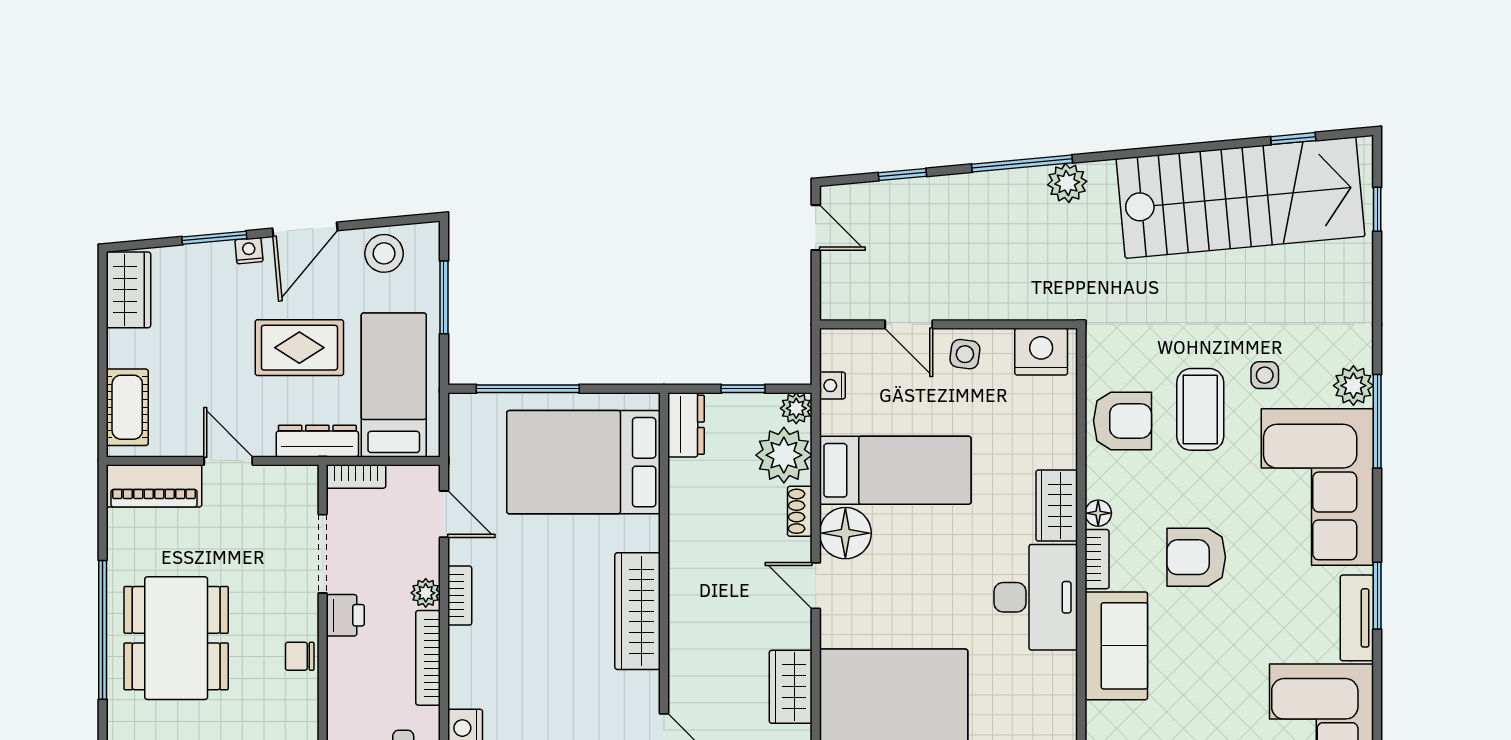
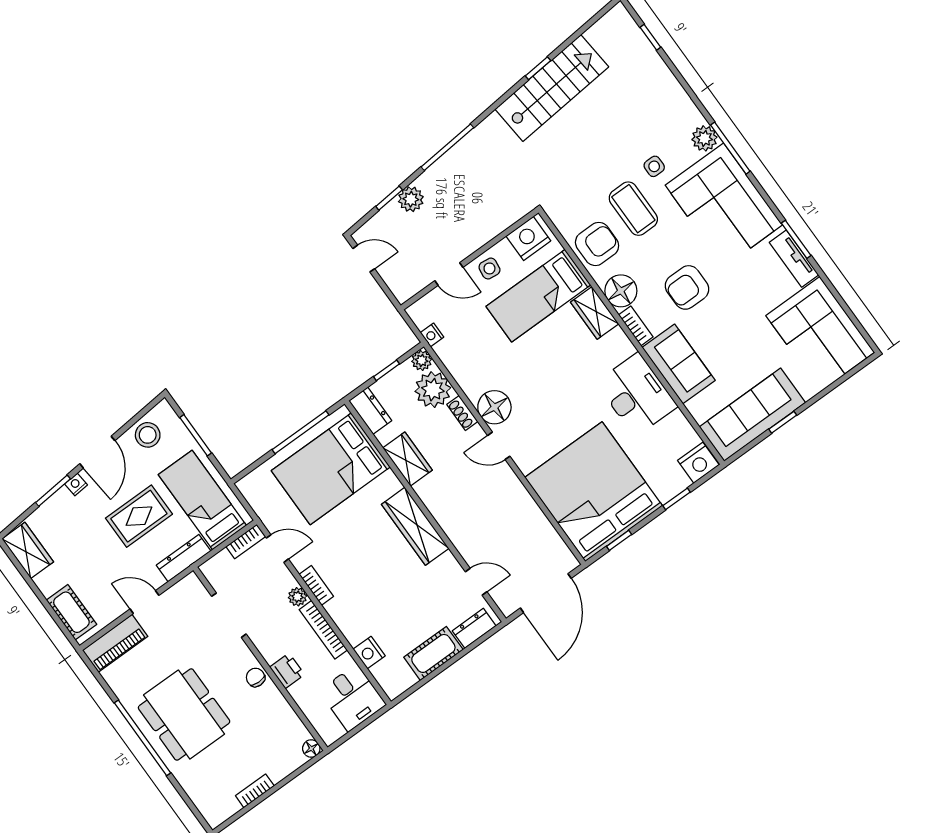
window: (1293, 139) -> (538, 68), moved
plant: (1067, 183) -> (411, 199), moved
stairs: (1241, 198) -> (552, 88), width x0.73, depth x0.66
window: (528, 389) -> (301, 432), moved
bed: (895, 470) -> (538, 296), moved, turned 180
bookcase: (356, 476) -> (246, 542), moved
floor lamp: (1098, 513) -> (621, 291), width x1.89, depth x1.89
desk: (1036, 597) -> (637, 395), moved
printer: (345, 615) -> (287, 671), moved
chair: (300, 656) -> (256, 677), turned 90
wardrobe: (791, 687) -> (408, 459), moved, turned 180

